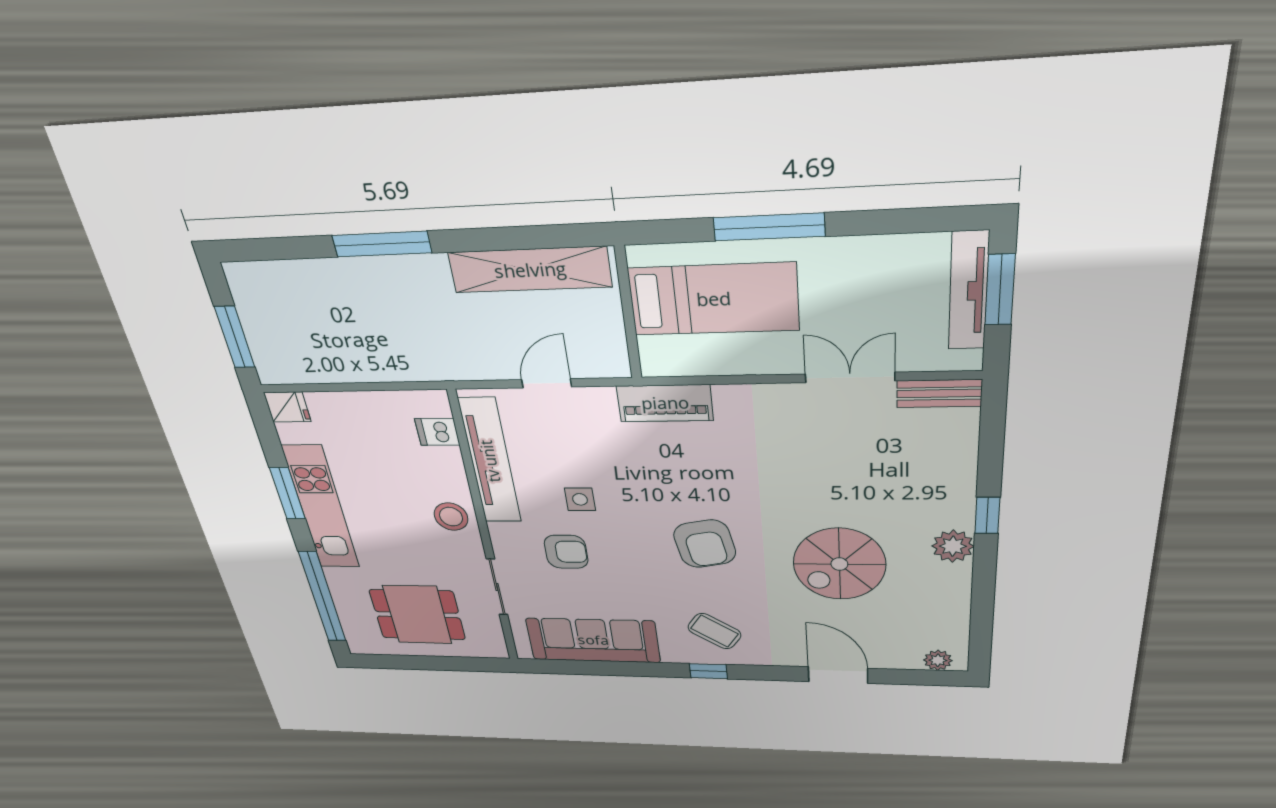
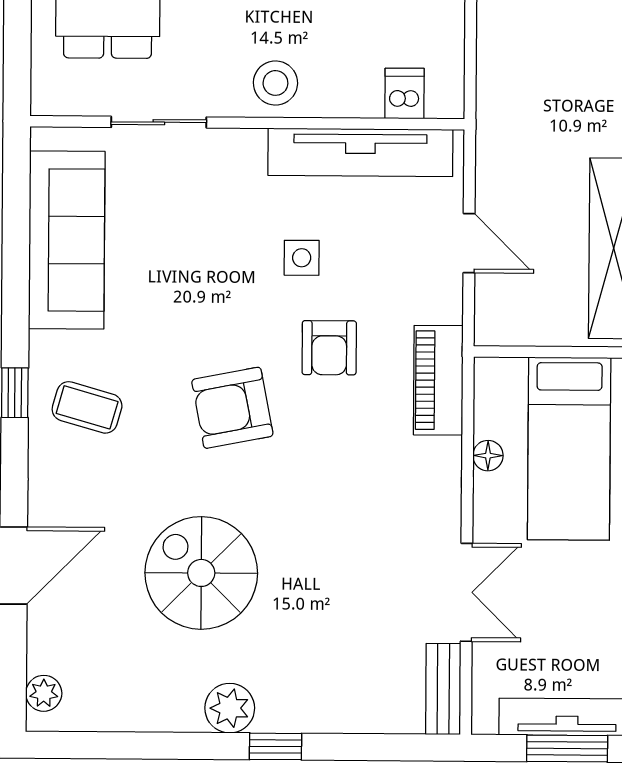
floor lamp: (726, 364) -> (488, 456), added
armchair: (566, 552) -> (329, 348), moved
coffee table: (714, 631) -> (87, 407), turned 72

